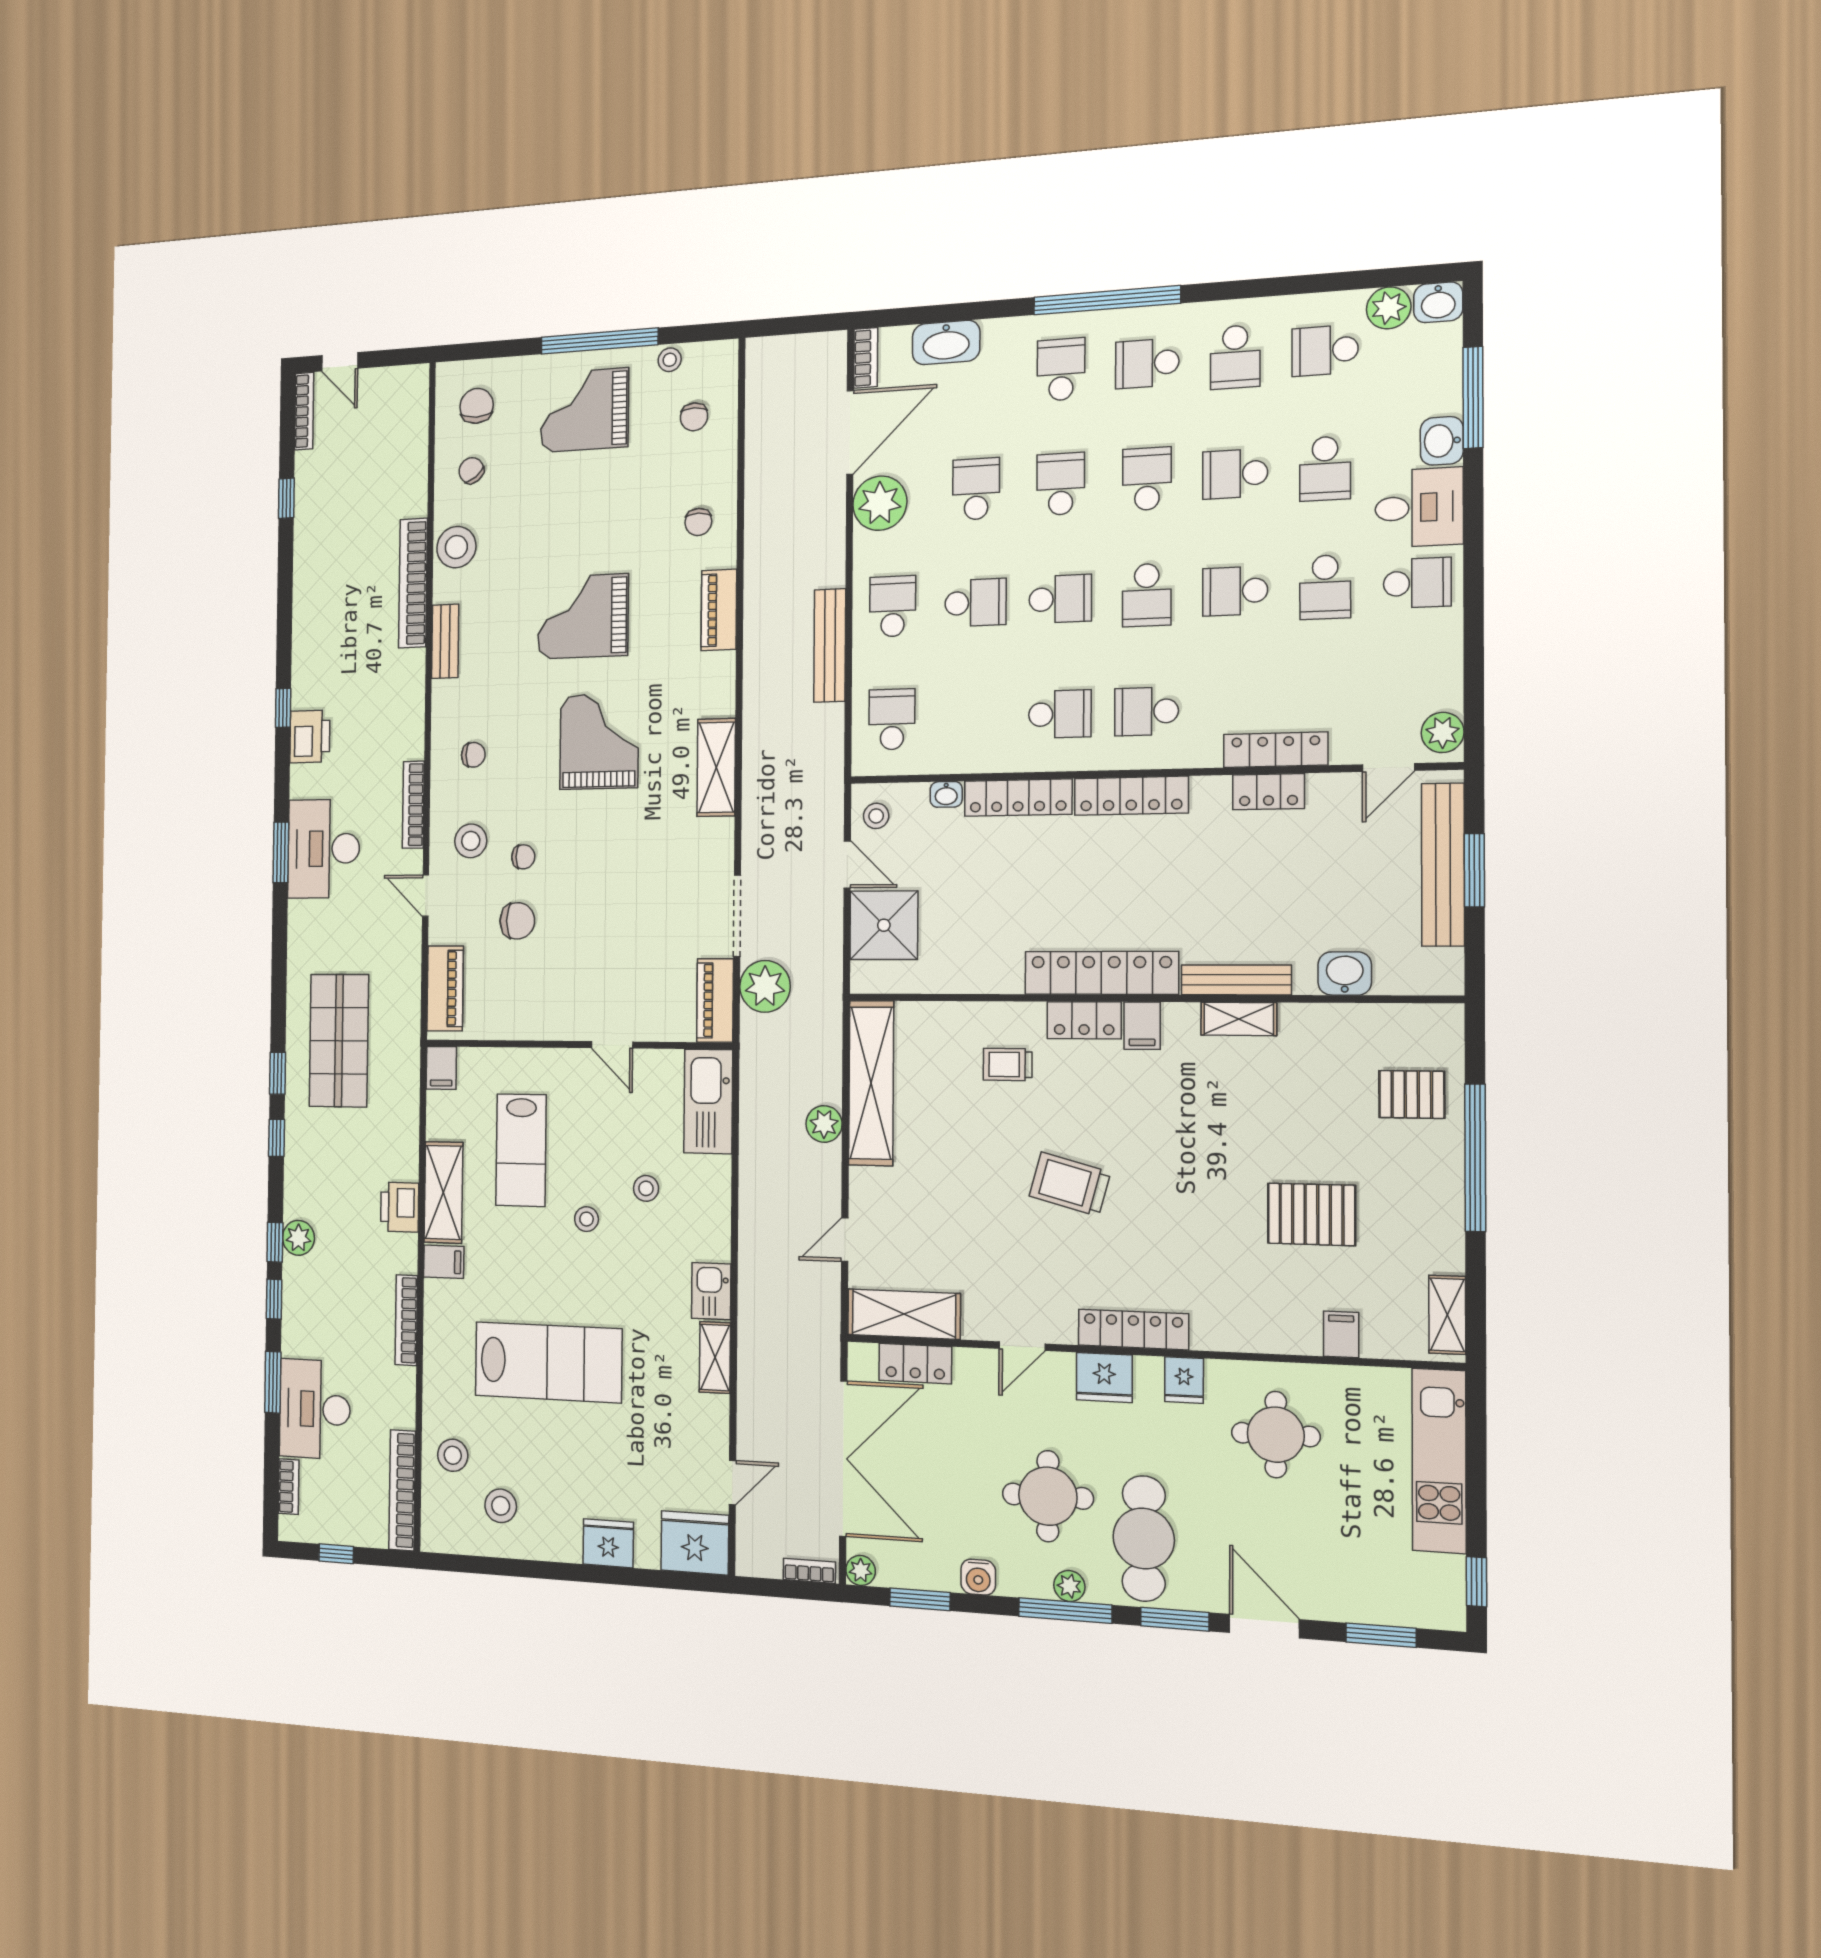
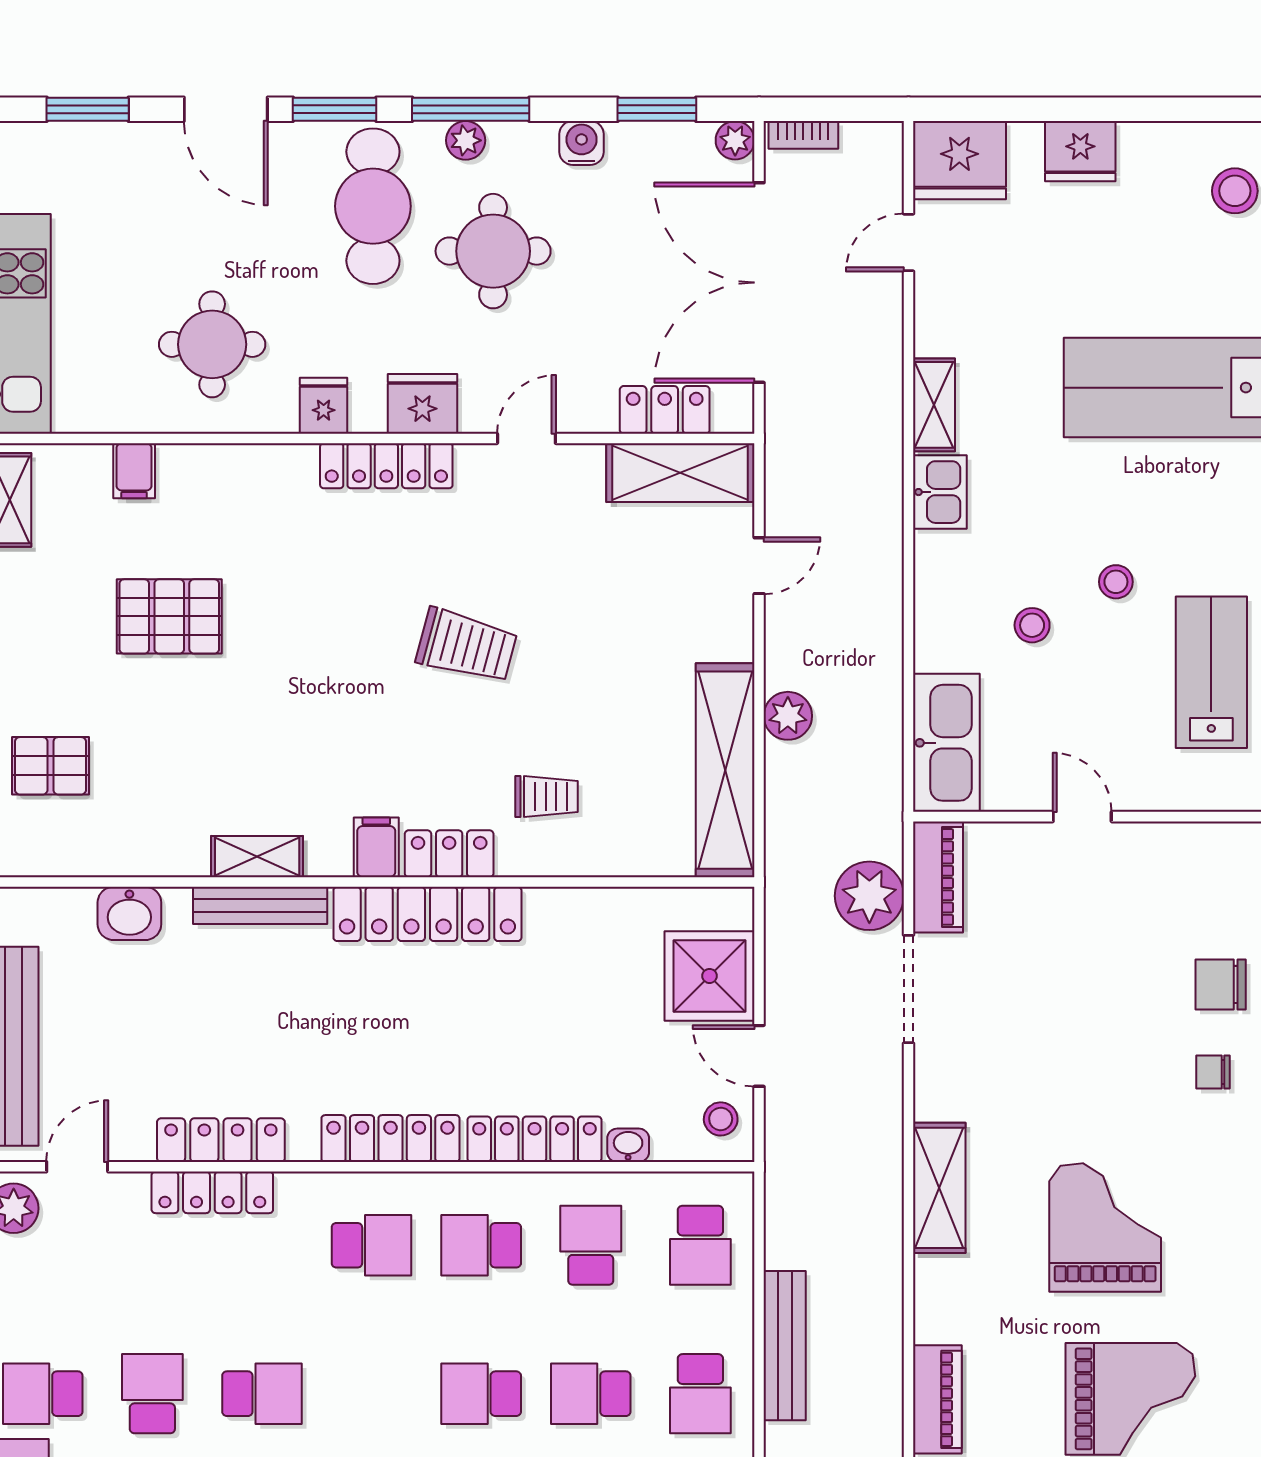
school desk: (1147, 595) -> (591, 1245), moved
grand piano: (599, 741) -> (1105, 1227), turned 180
locker: (1268, 792) -> (221, 1140), width x1.53

